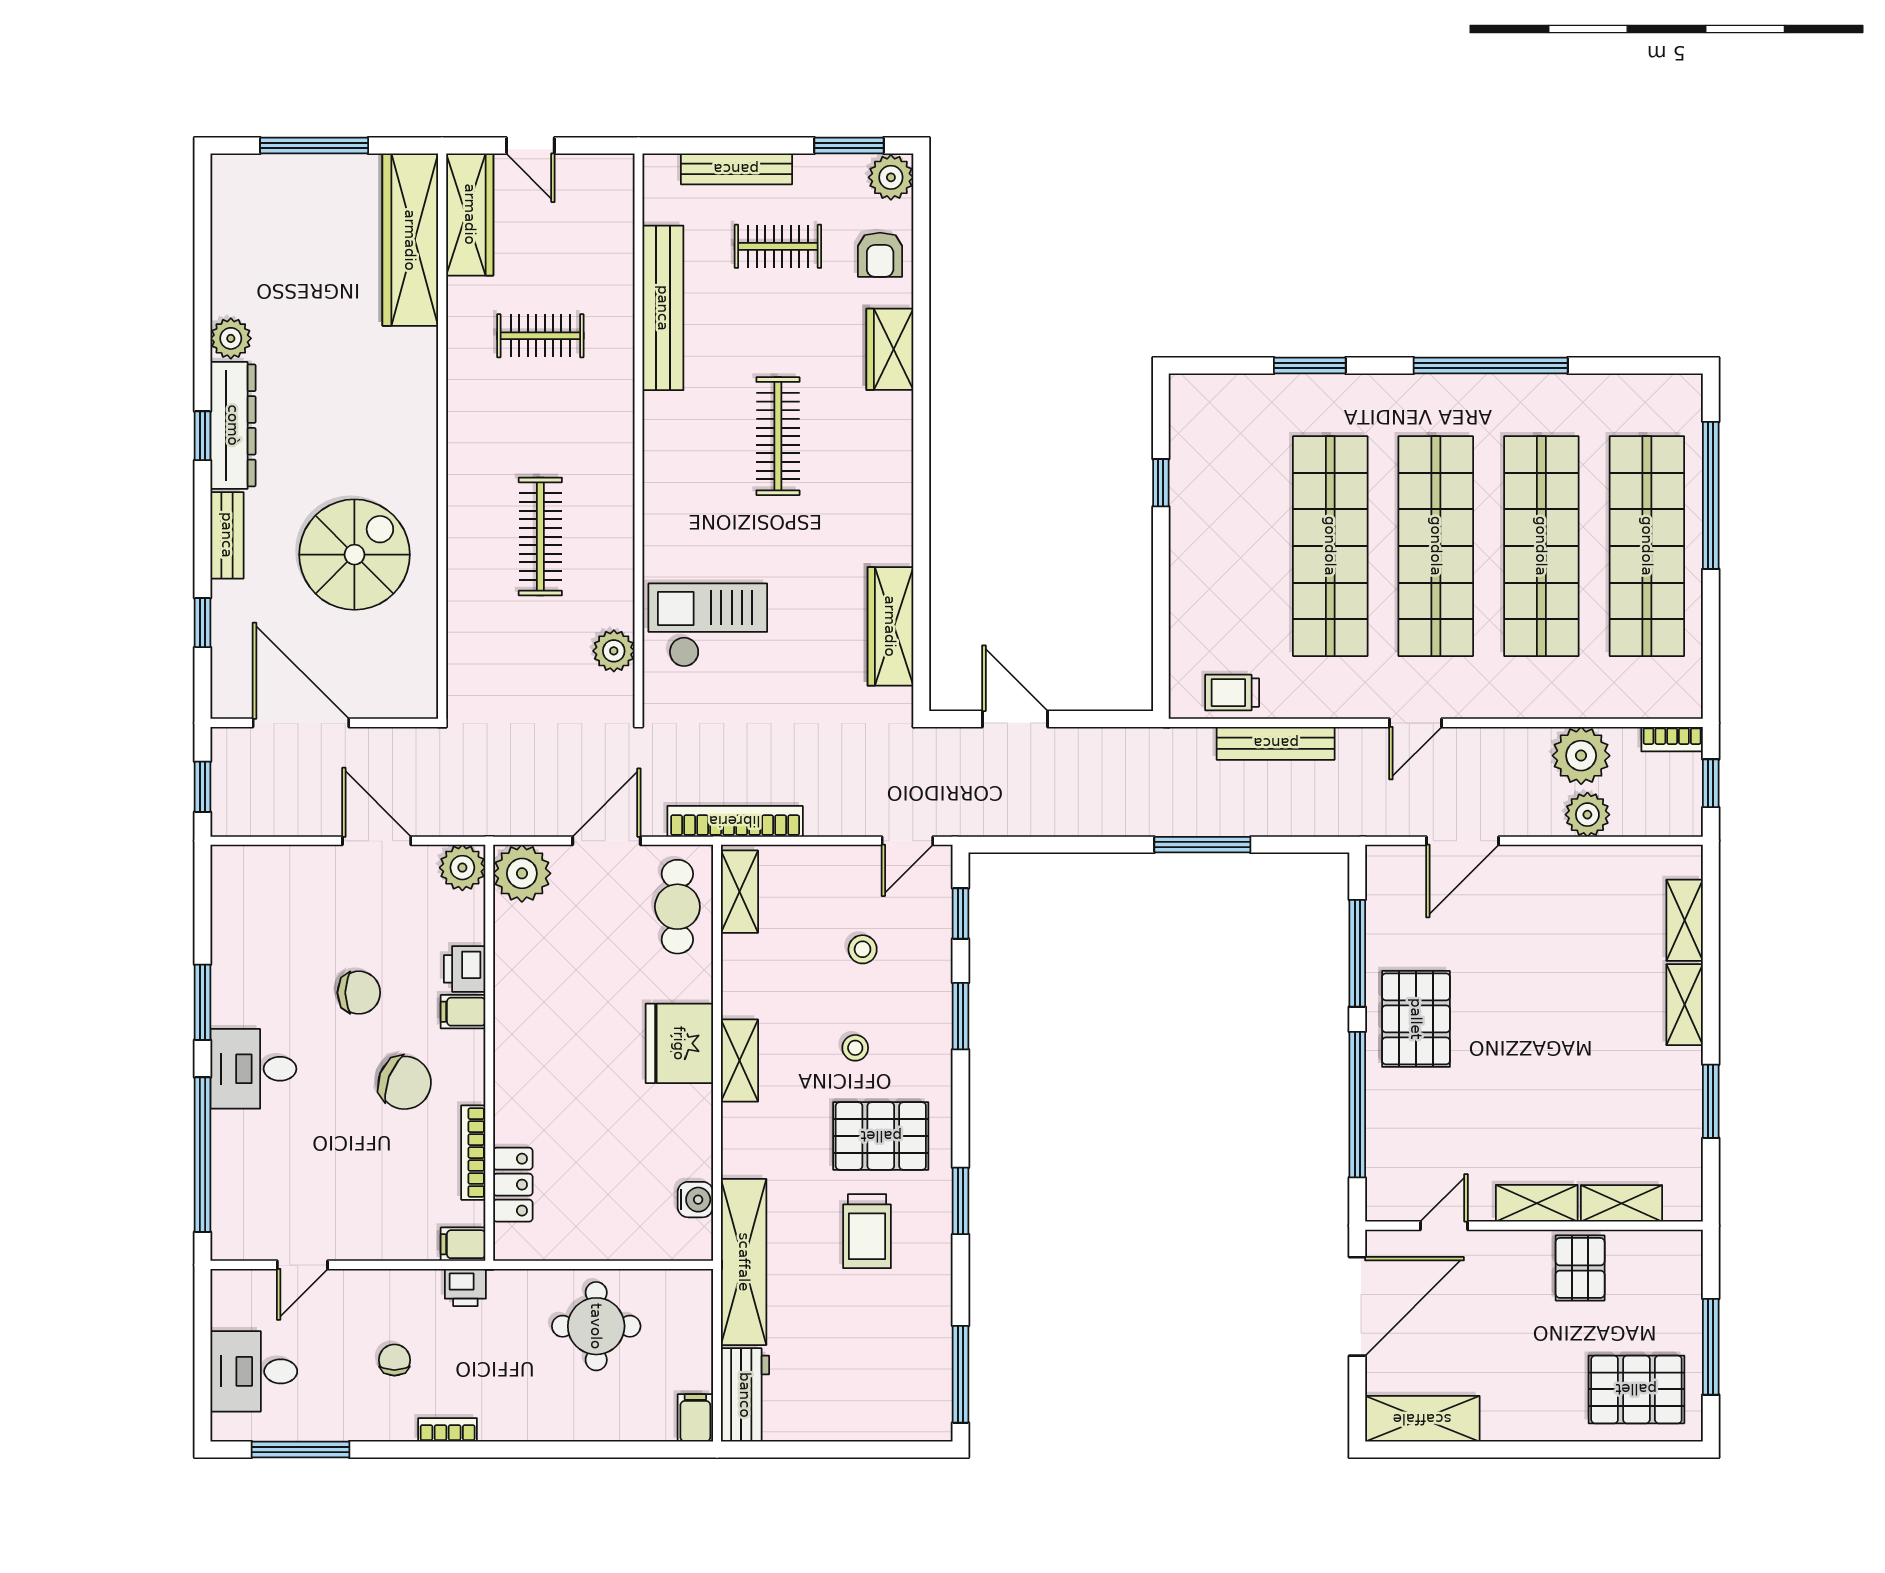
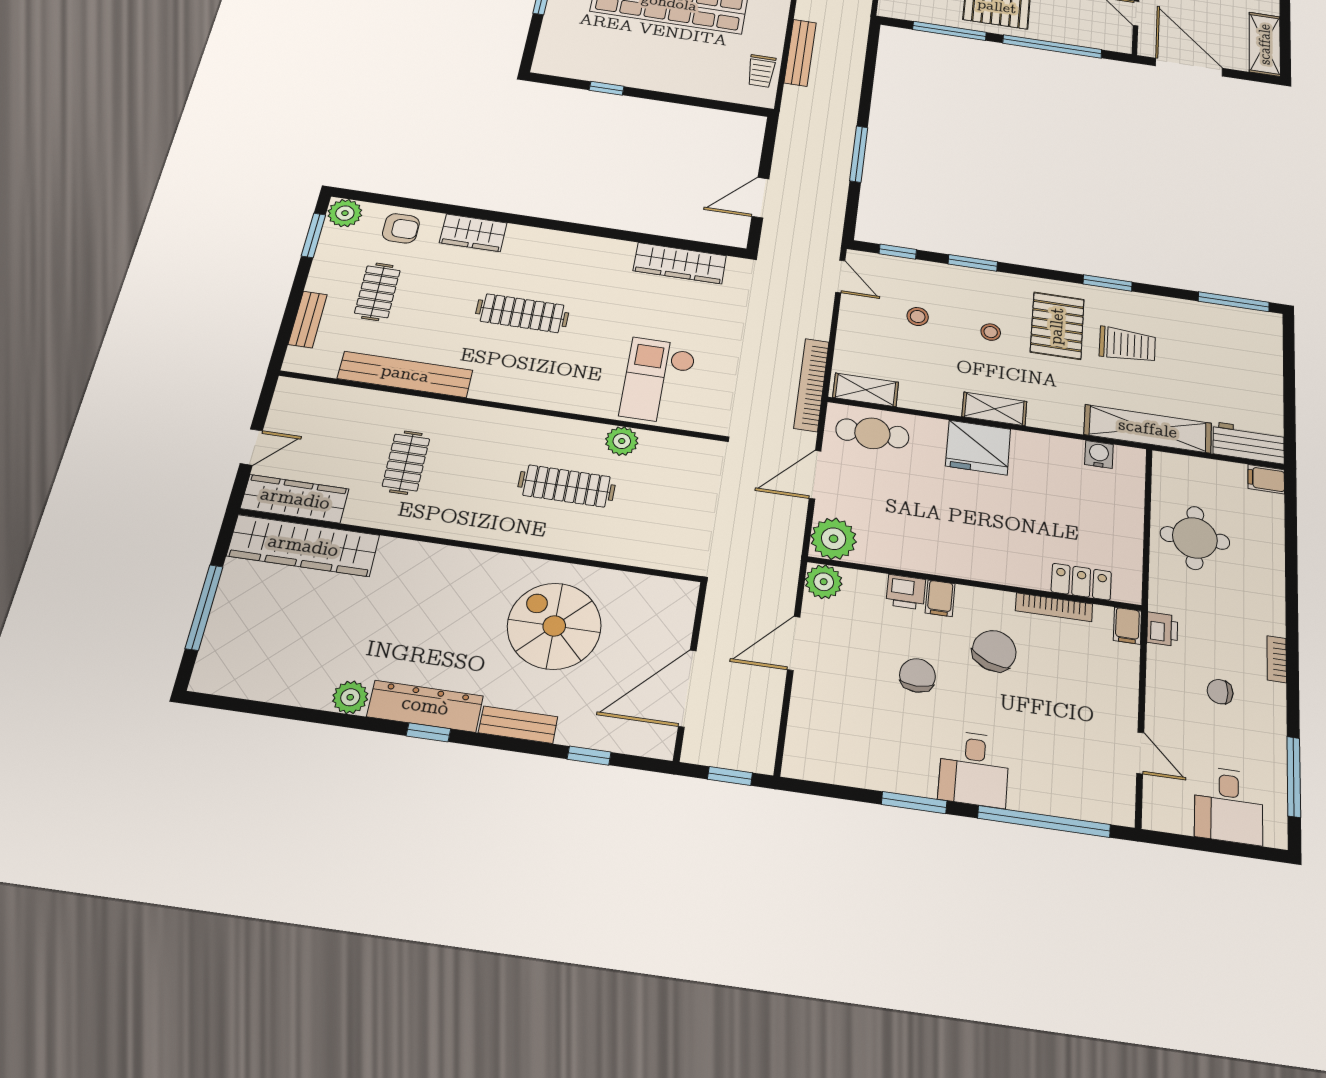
bench: (736, 169) -> (308, 319), width x0.73
plant: (614, 651) -> (622, 441), moved
door: (607, 841) -> (815, 475), hinge flipped
window: (1202, 845) -> (859, 154), moved

